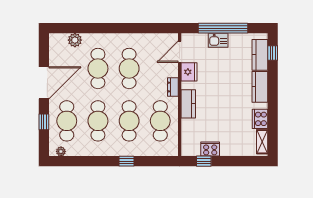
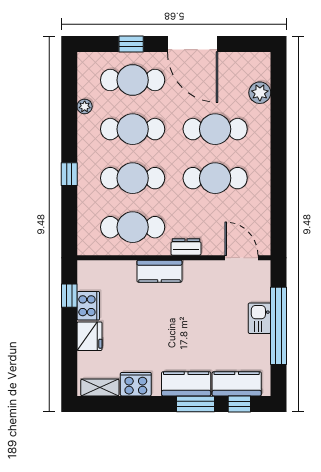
fridge: (189, 72) -> (90, 336), moved, turned -90
window: (273, 81) -> (195, 404), added
plant: (61, 151) -> (85, 106), moved

